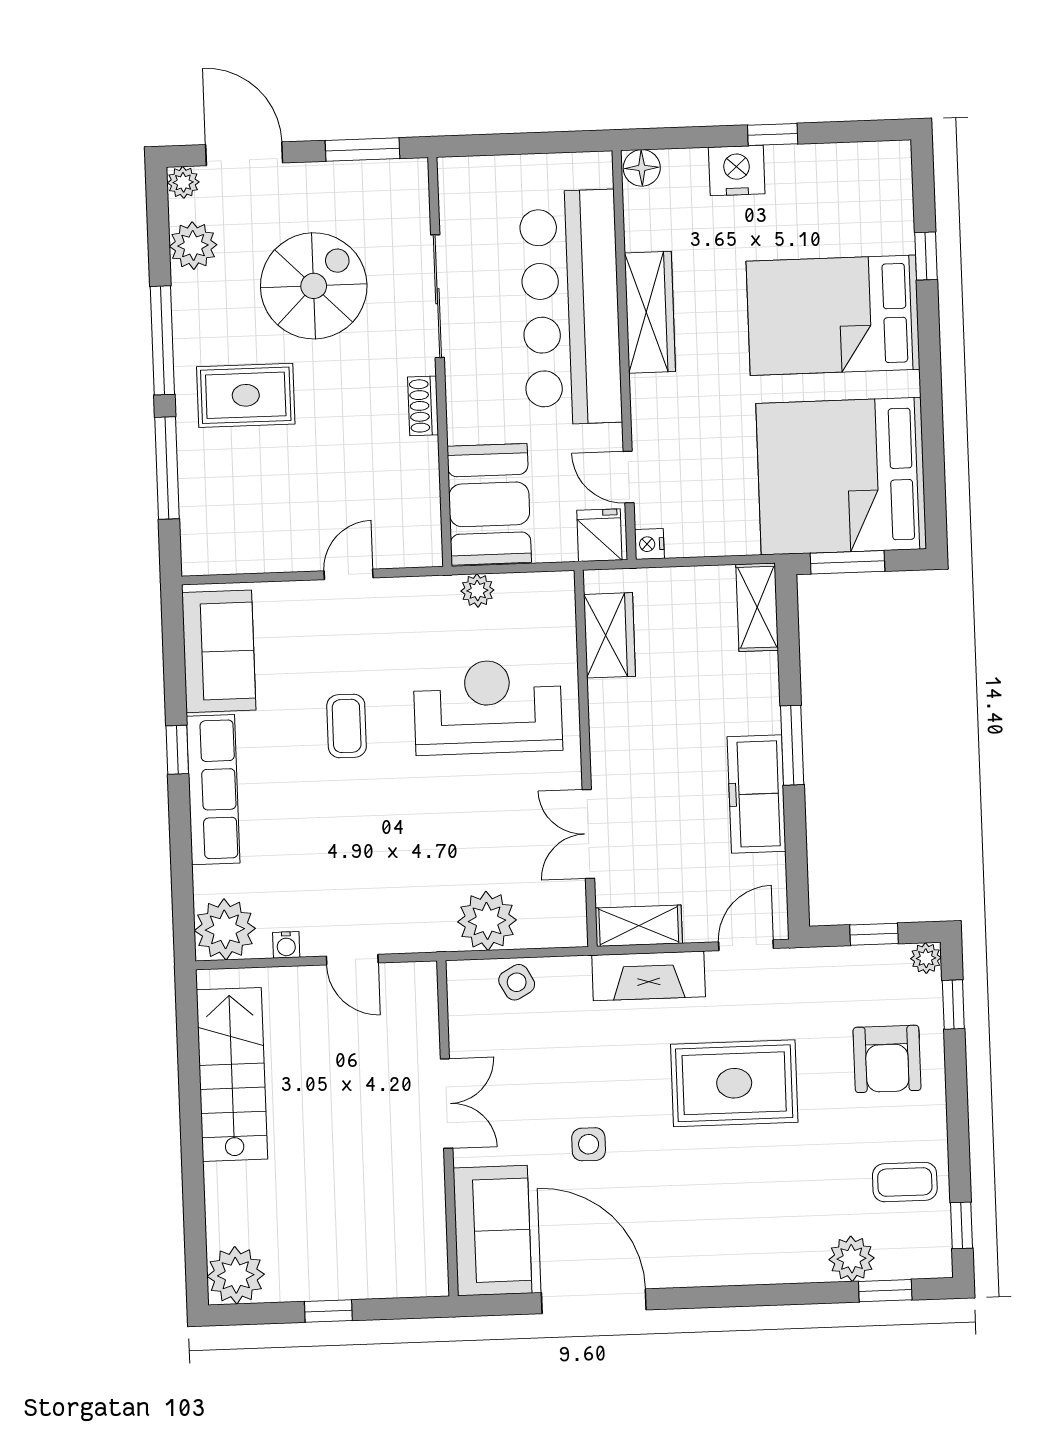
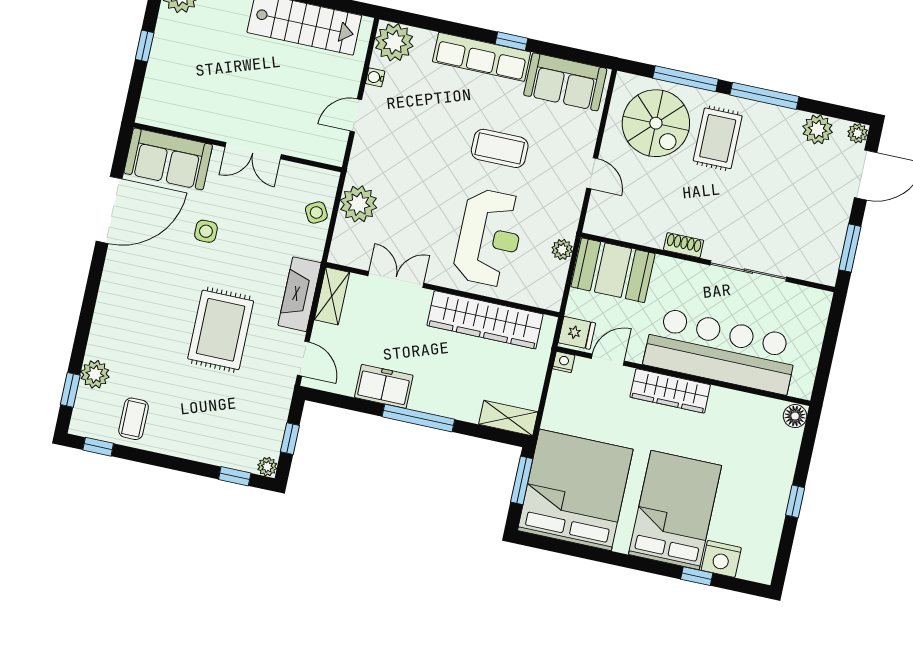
nightstand: (737, 170) -> (721, 559), moved, turned 90
spiral stairs: (314, 286) -> (656, 123), moved
wardrobe: (650, 312) -> (670, 391), moved
wardrobe: (610, 635) -> (485, 320), width x2.10, depth x1.17
coffee table: (347, 726) -> (500, 148), width x1.36, depth x1.30
window: (792, 745) -> (418, 418), width x1.44
freezer: (757, 794) -> (384, 386), width x0.71
armchair: (887, 1059) -> (212, 427), removed

